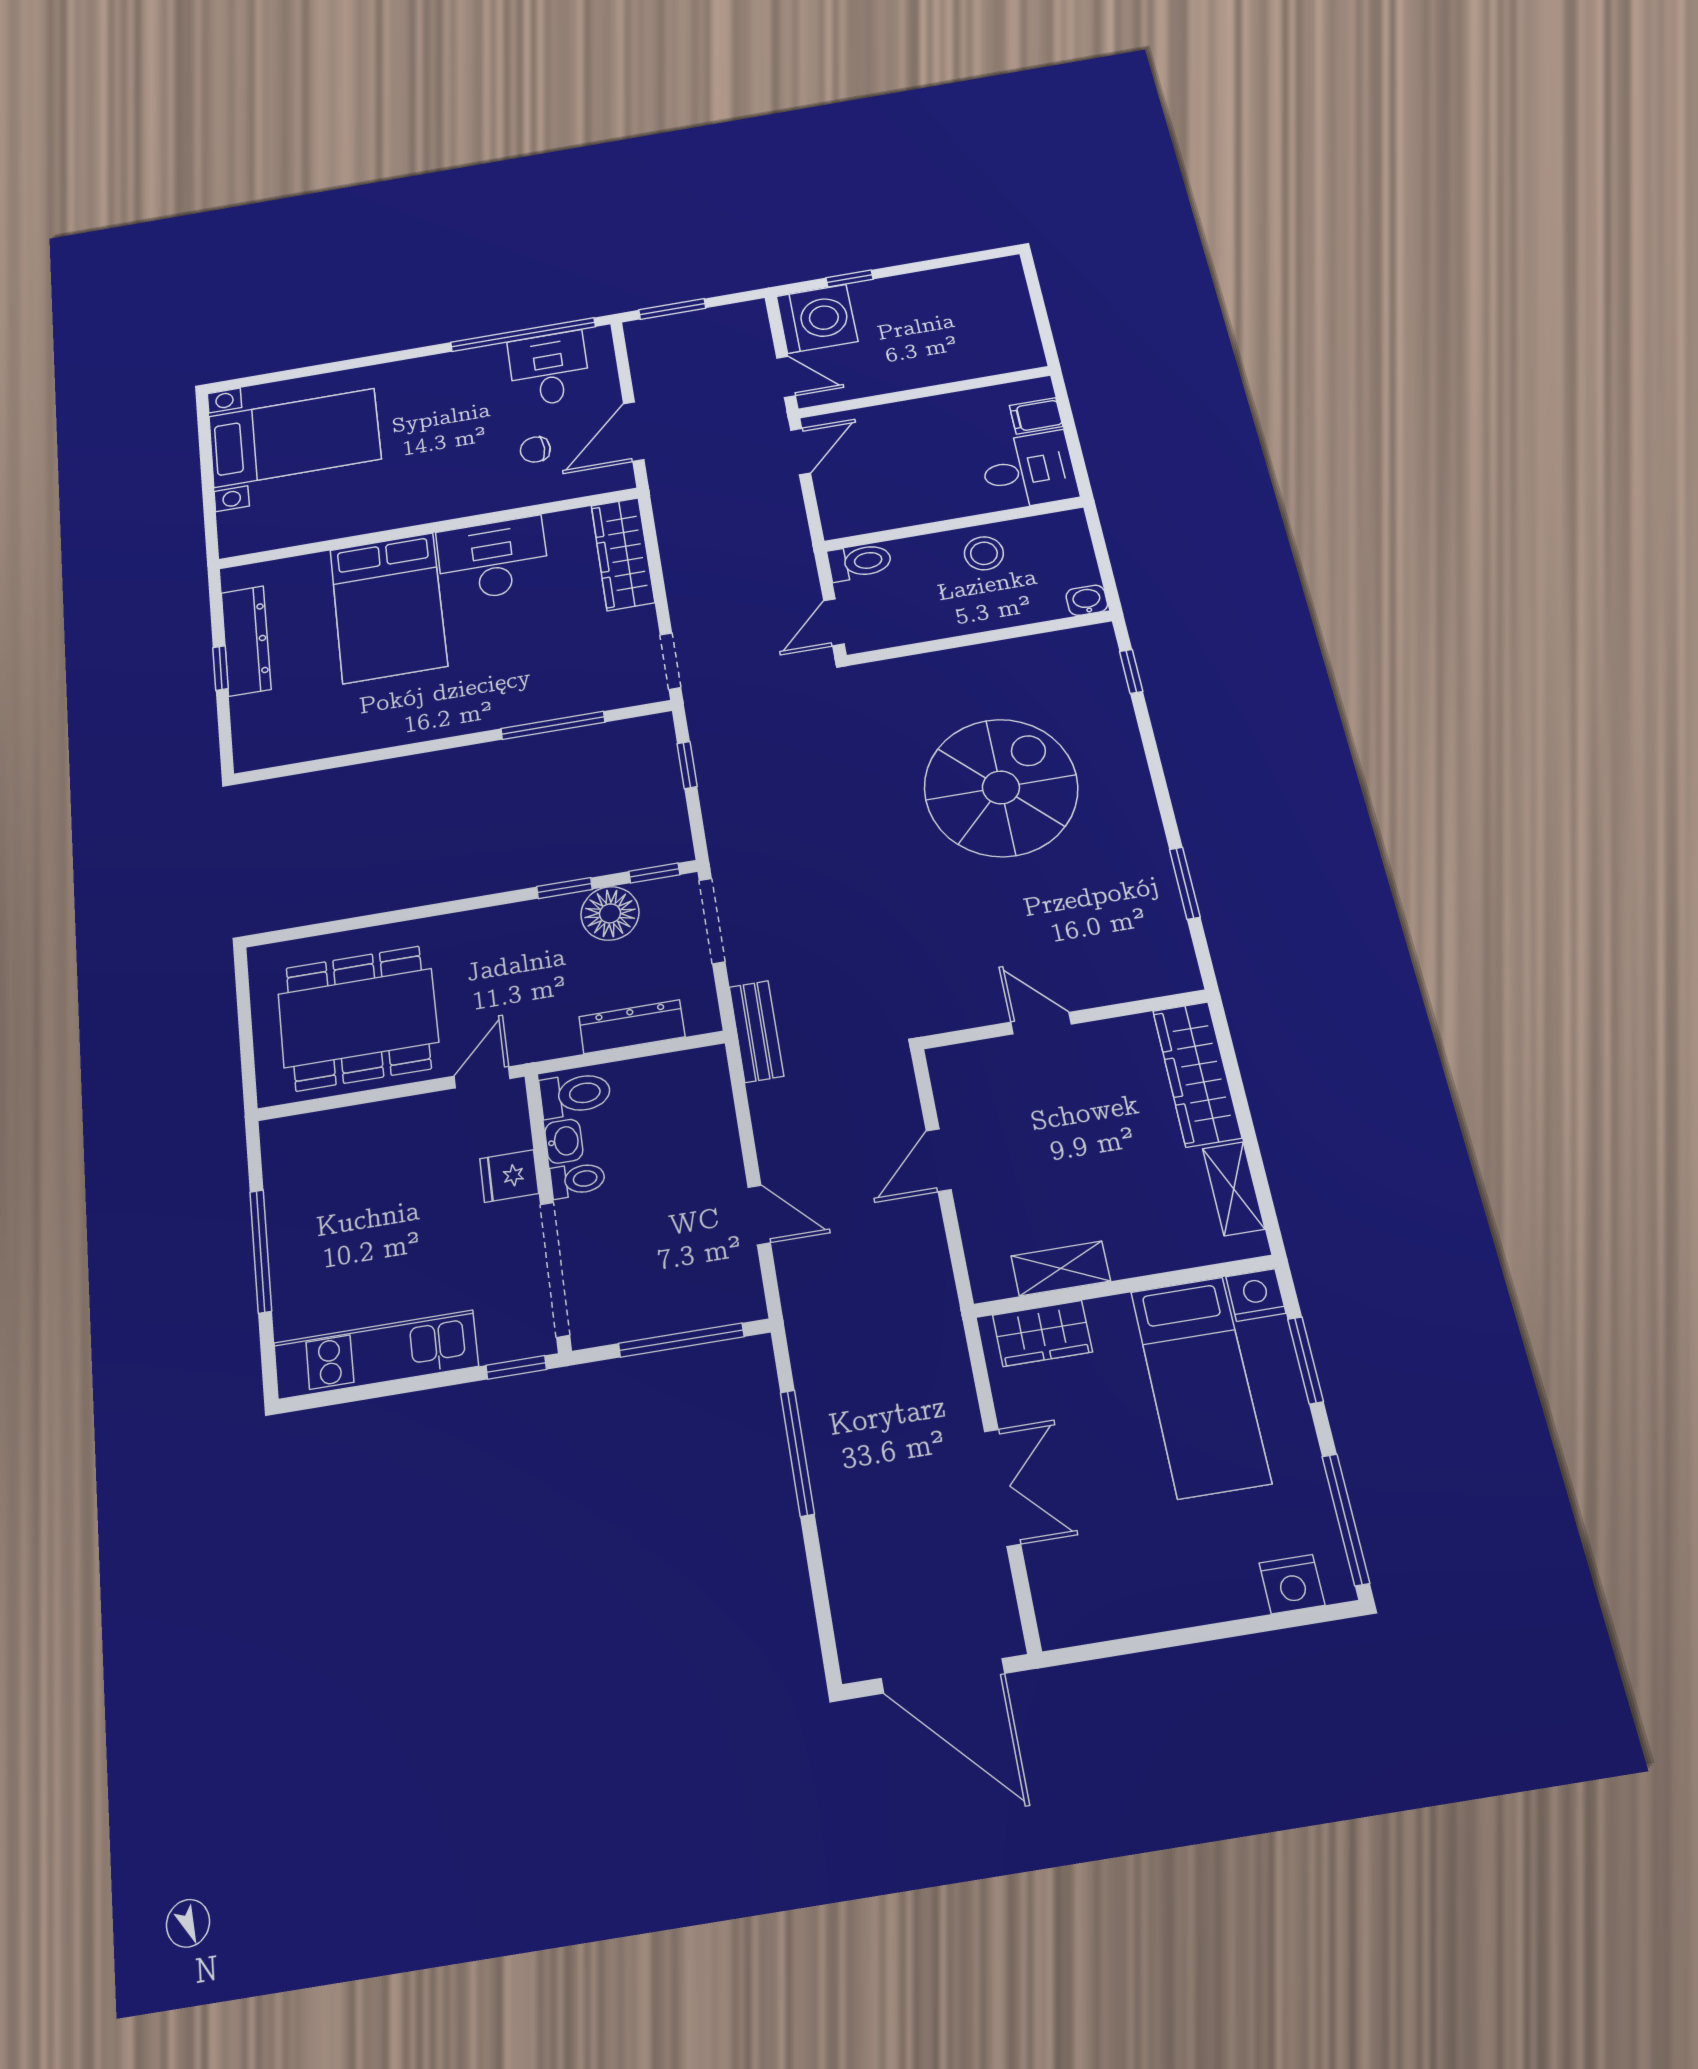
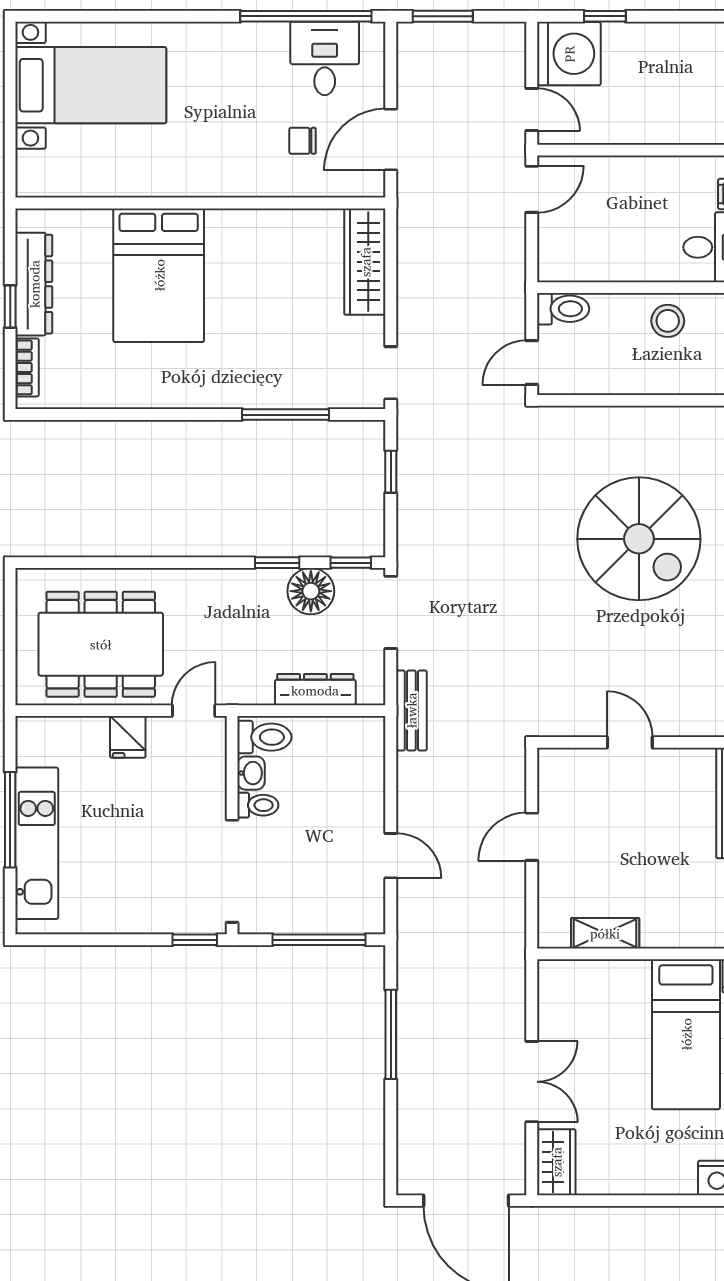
desk: (493, 559) -> (253, 245), removed
bookcase: (245, 727) -> (27, 367), added
spiral stairs: (1001, 787) -> (639, 539), turned 90
fridge: (509, 1176) -> (128, 737), moved, turned -90
wardrobe: (1042, 1333) -> (556, 1162), moved, turned -90
kitchen unit: (376, 1355) -> (37, 843), moved, turned 90

